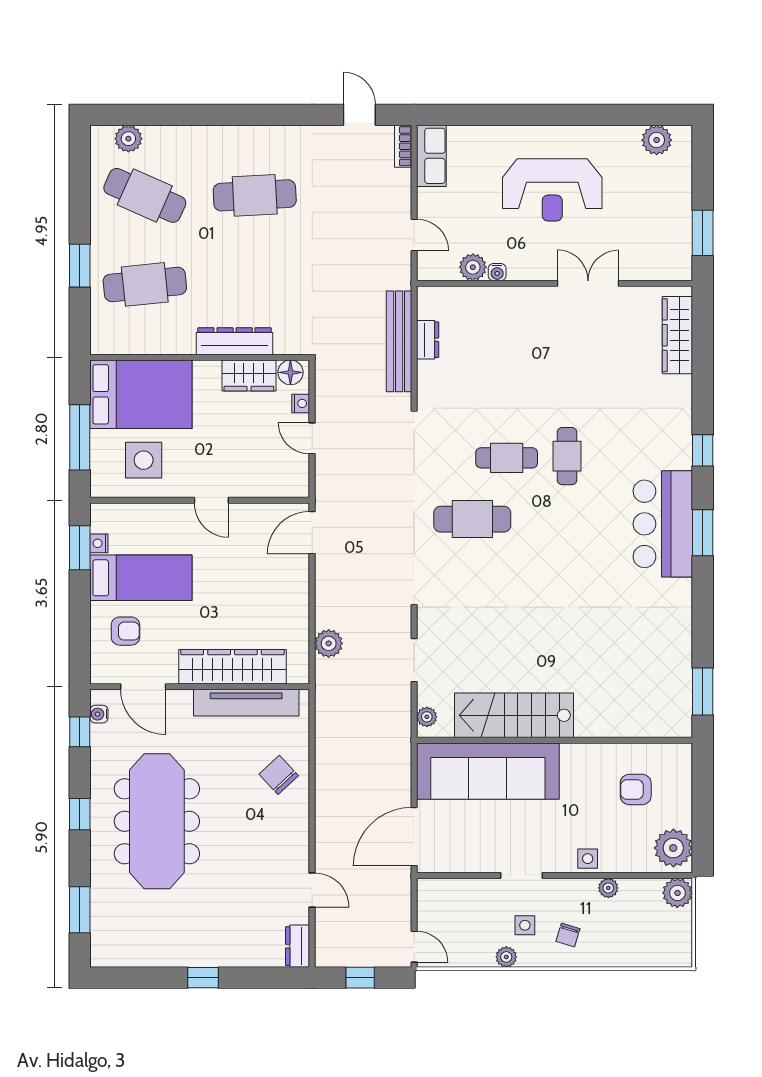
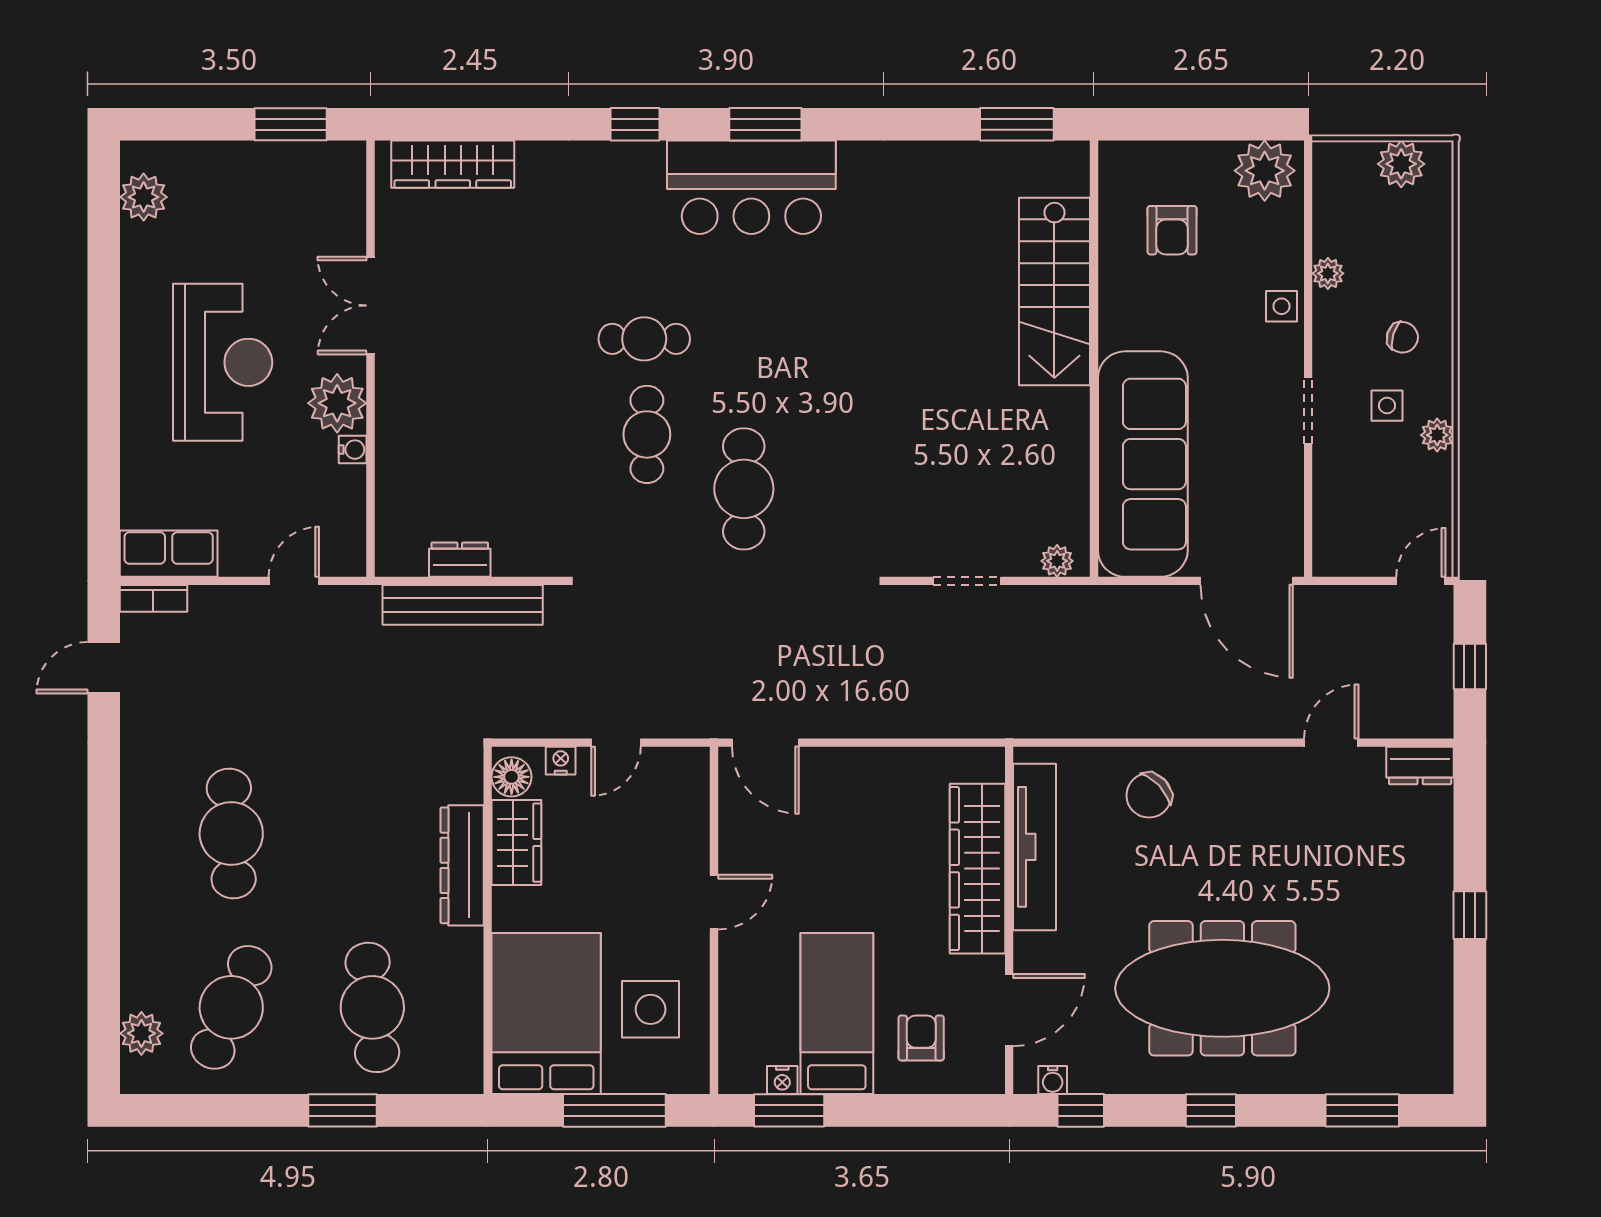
plant: (473, 267) -> (337, 403), moved, width x1.36, depth x1.36
plant: (329, 643) -> (941, 716), removed
stairs: (514, 715) -> (1054, 291), moved
plant: (677, 893) -> (1401, 164), moved

